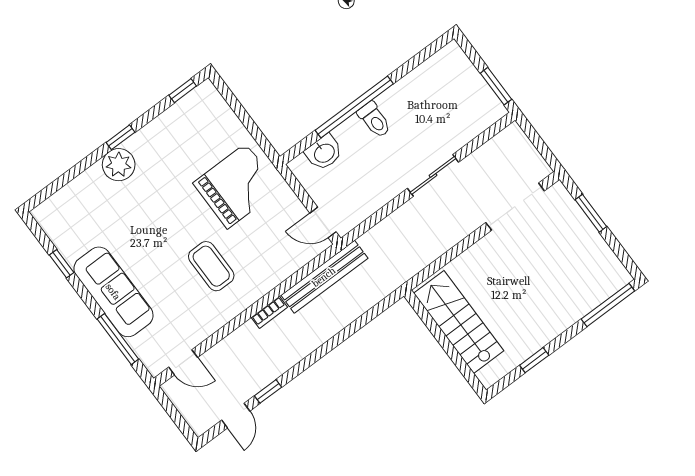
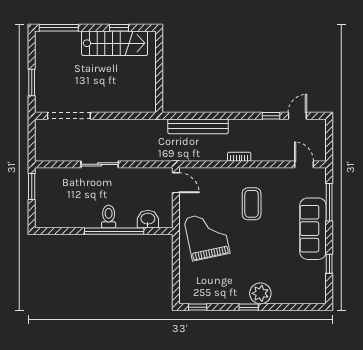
grand piano: (237, 186) -> (207, 236), turned 78
bench: (324, 277) -> (198, 126), moved
stairs: (459, 322) -> (115, 43), moved, turned -90

